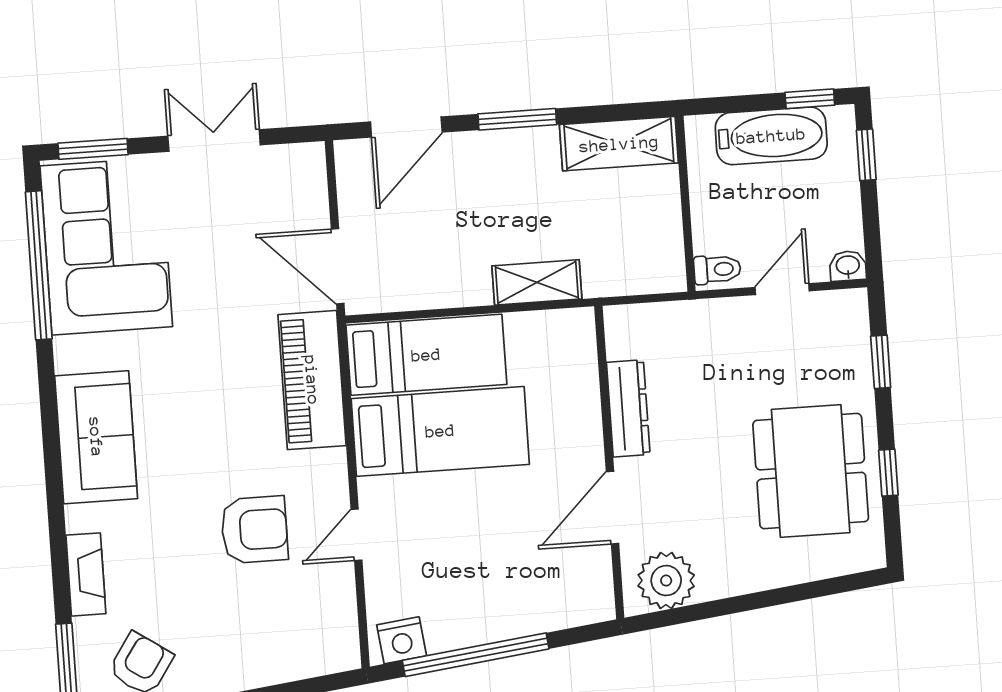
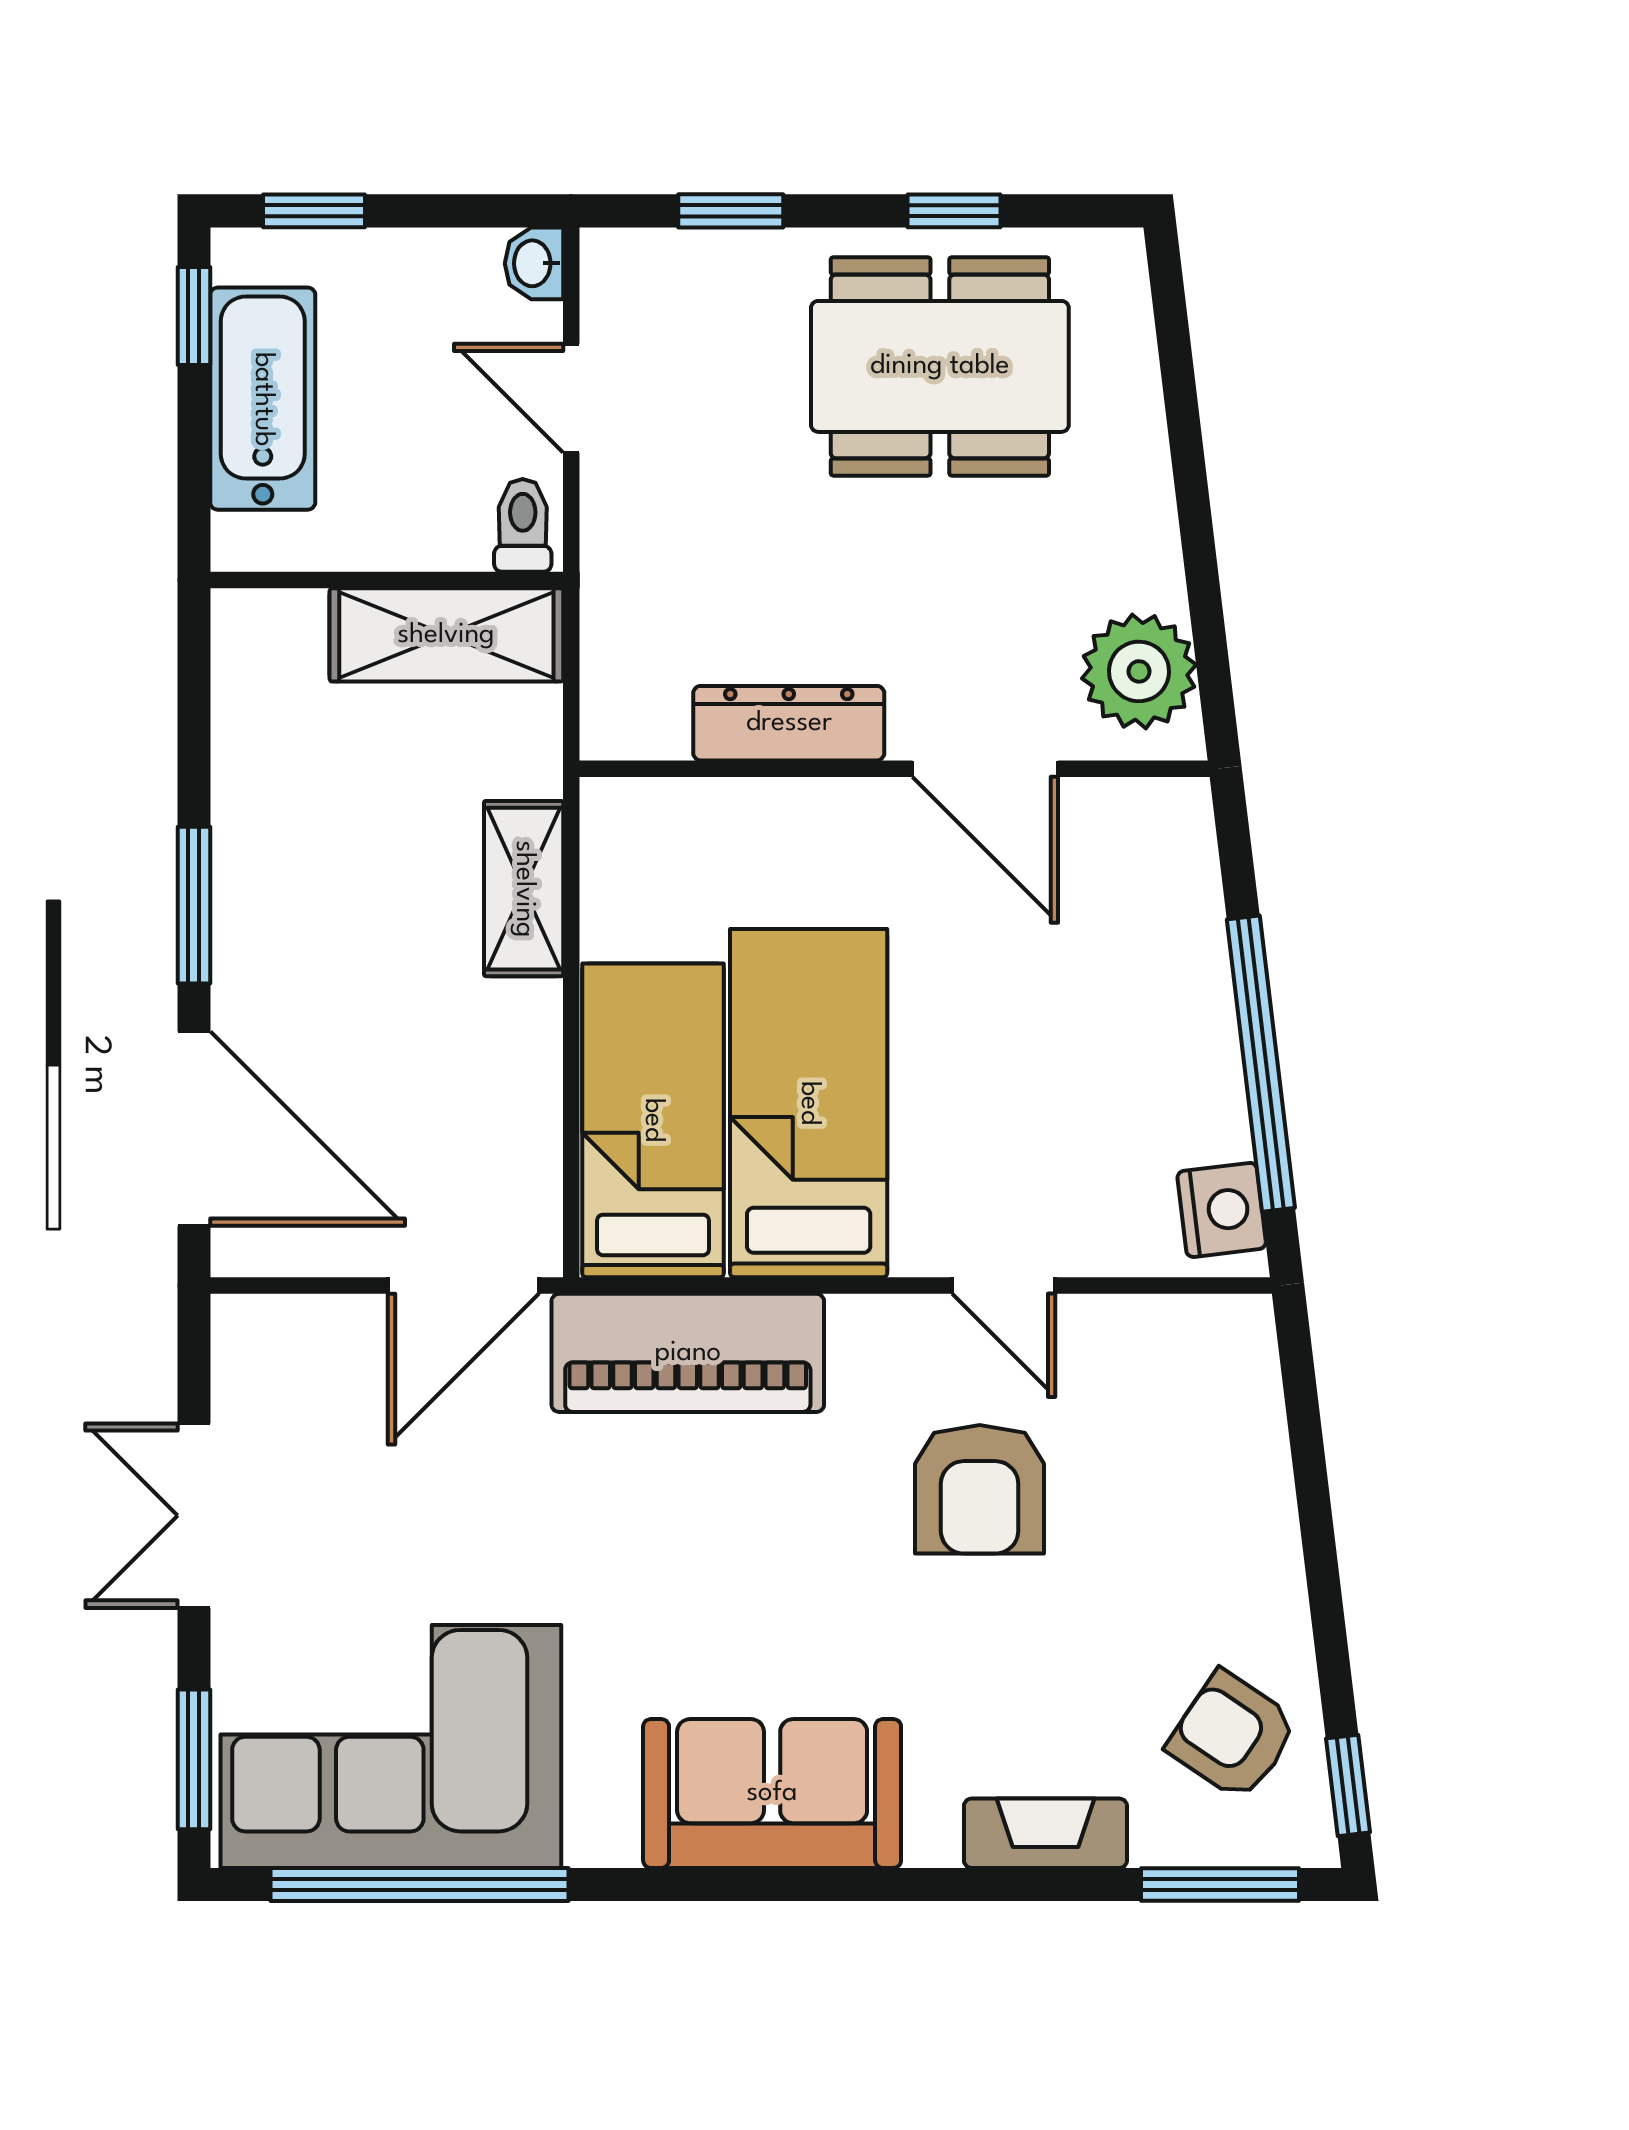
door: (406, 127) -> (194, 1129), width x1.36
shelving: (619, 144) -> (446, 635), moved, turned 90
armchair: (254, 530) -> (980, 1489), turned 180

